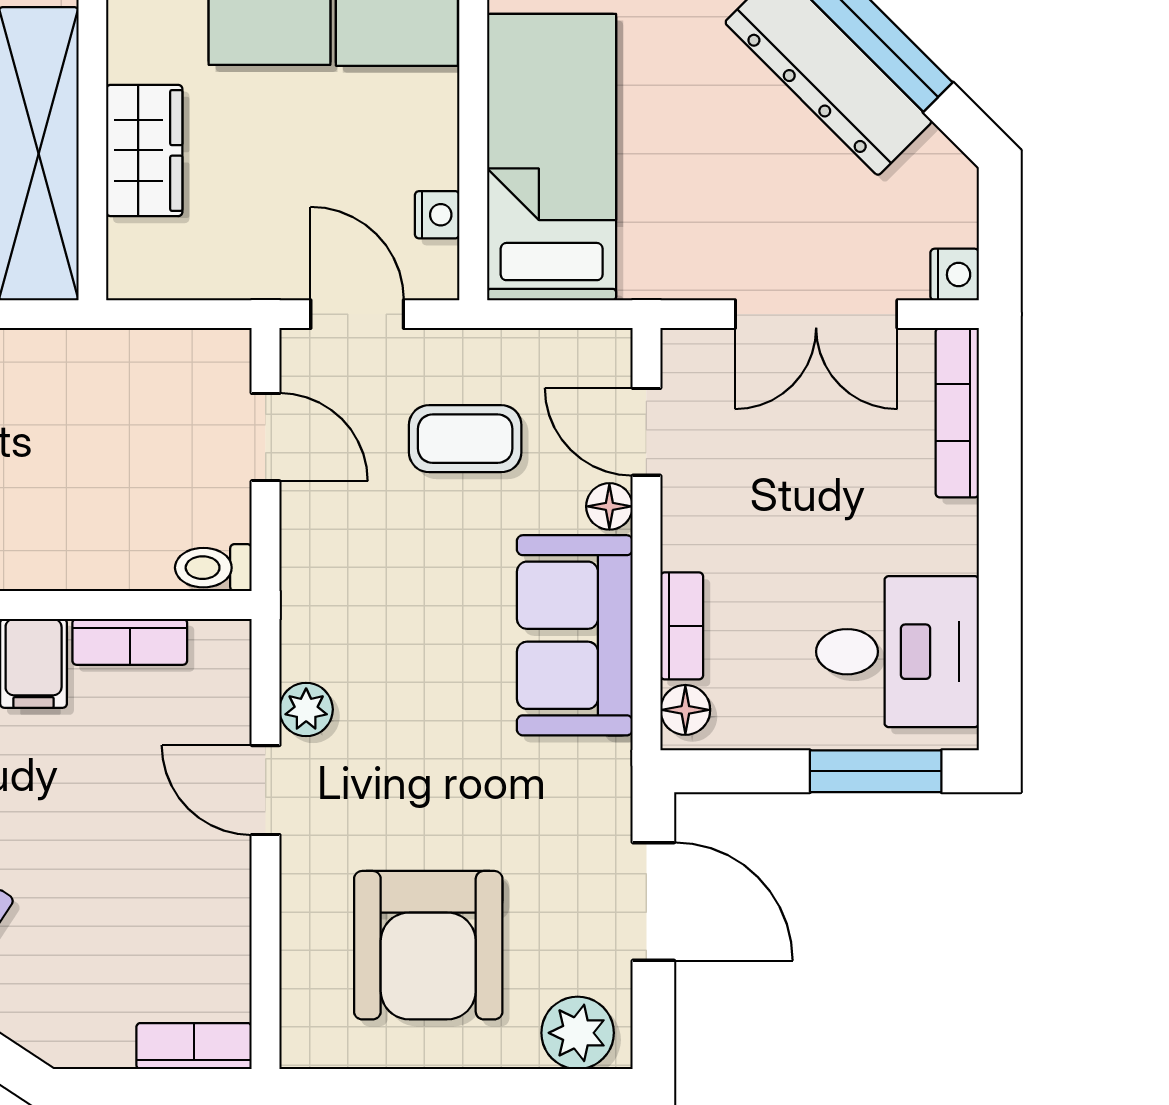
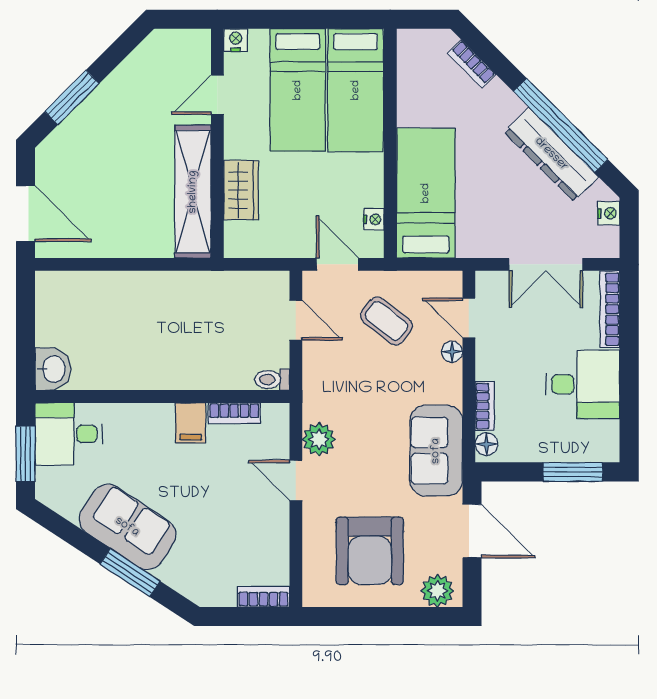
nightstand: (955, 275) -> (609, 213), moved
coffee table: (465, 439) -> (387, 321), turned 38
sofa: (575, 635) -> (436, 451), moved
desk: (898, 652) -> (583, 384), moved
plant: (306, 709) -> (319, 439), width x1.38, depth x1.38

